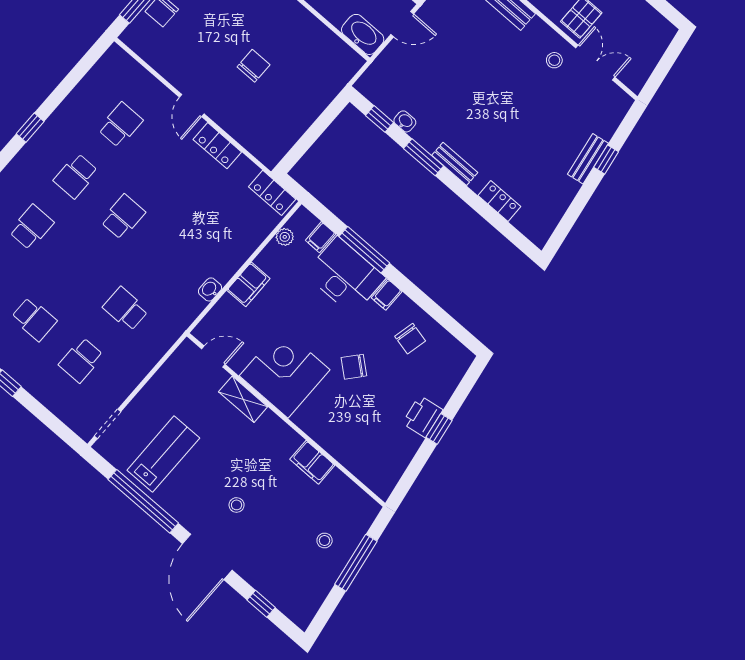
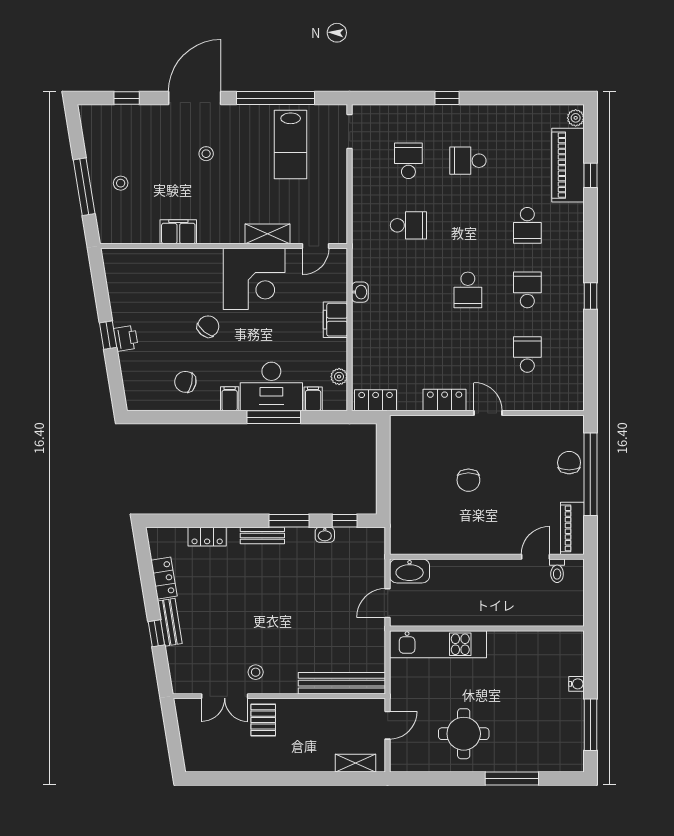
school desk: (120, 125) -> (527, 354), turned 180
locker: (562, 198) -> (164, 578), added
printer: (423, 416) -> (126, 338), width x0.73, depth x0.81
door: (207, 557) -> (195, 98), hinge flipped

